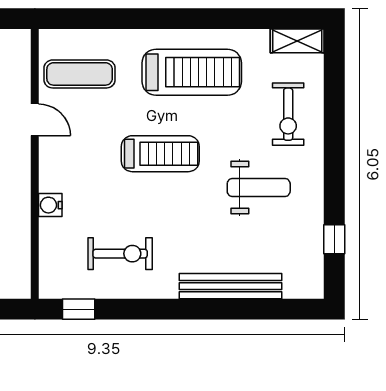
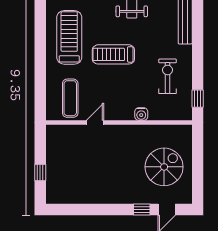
treadmill: (160, 154) -> (113, 54), turned -90

